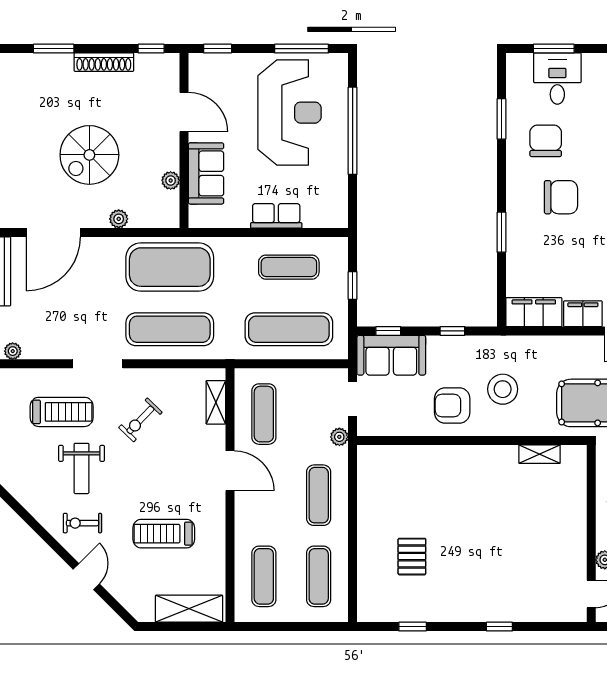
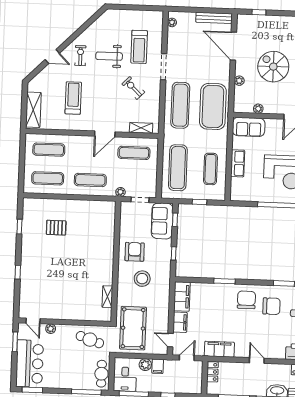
sofa: (206, 173) -> (249, 127), moved
chair: (561, 197) -> (246, 300), moved, turned 180

